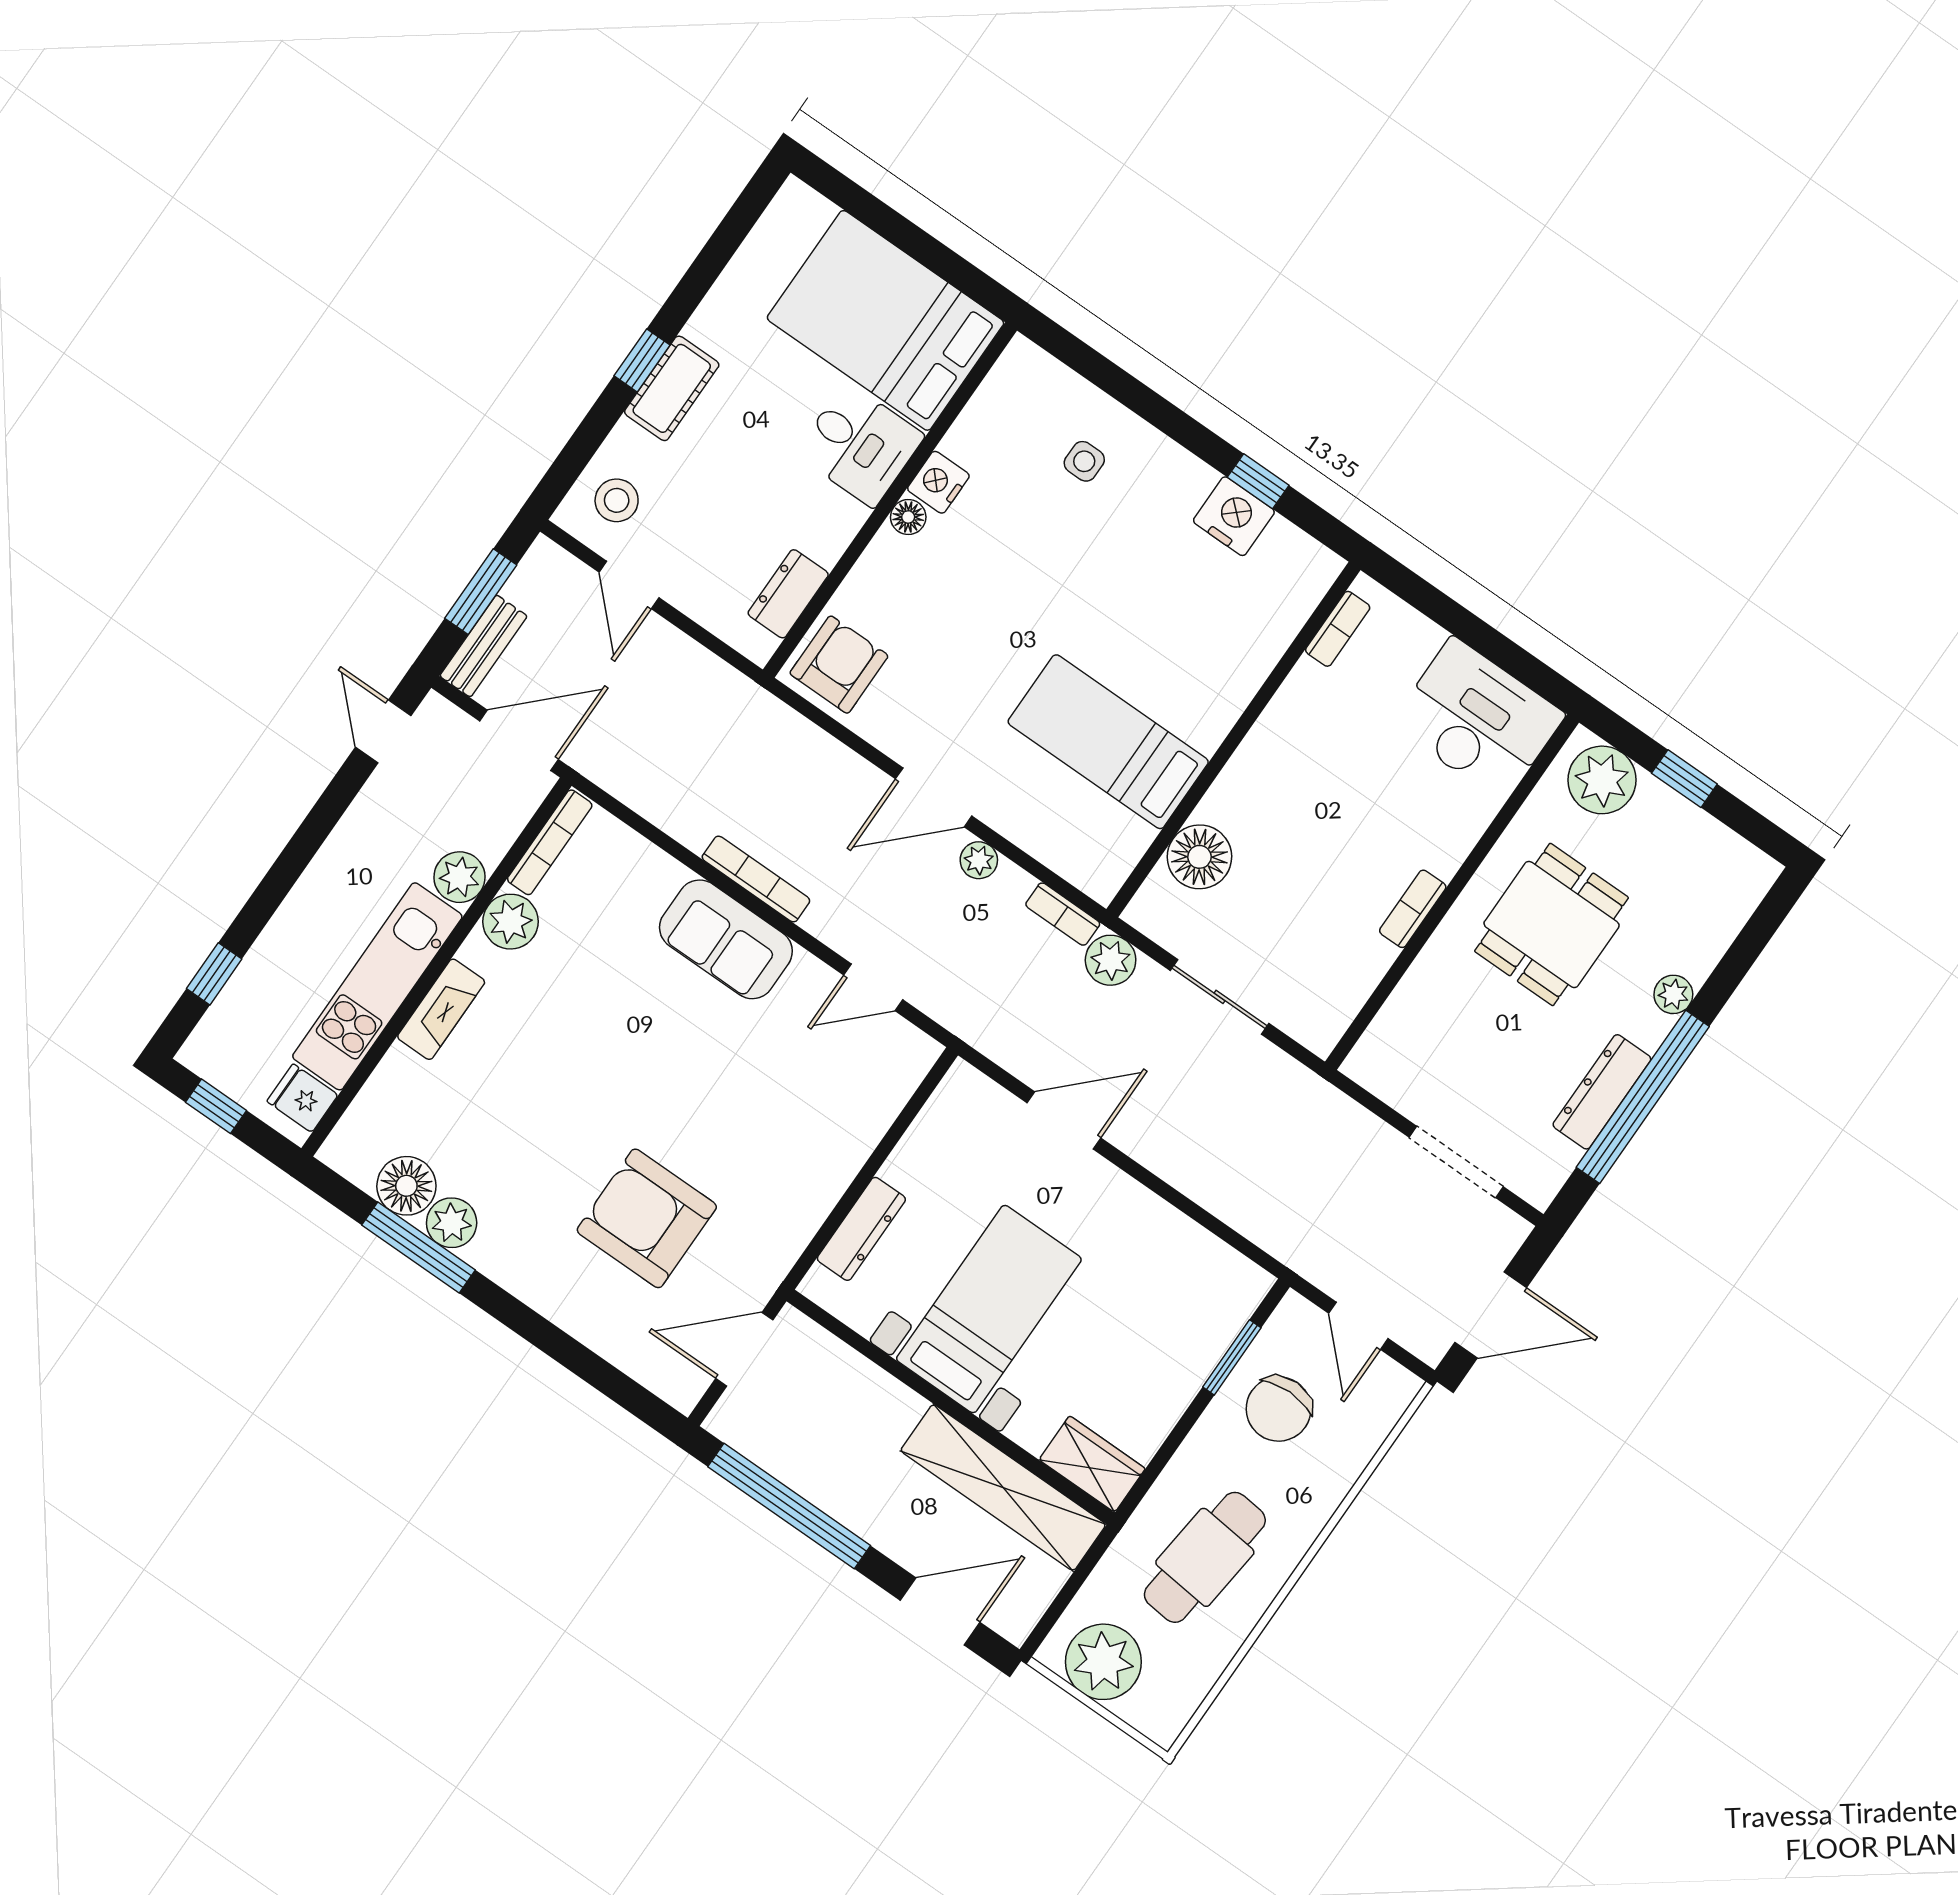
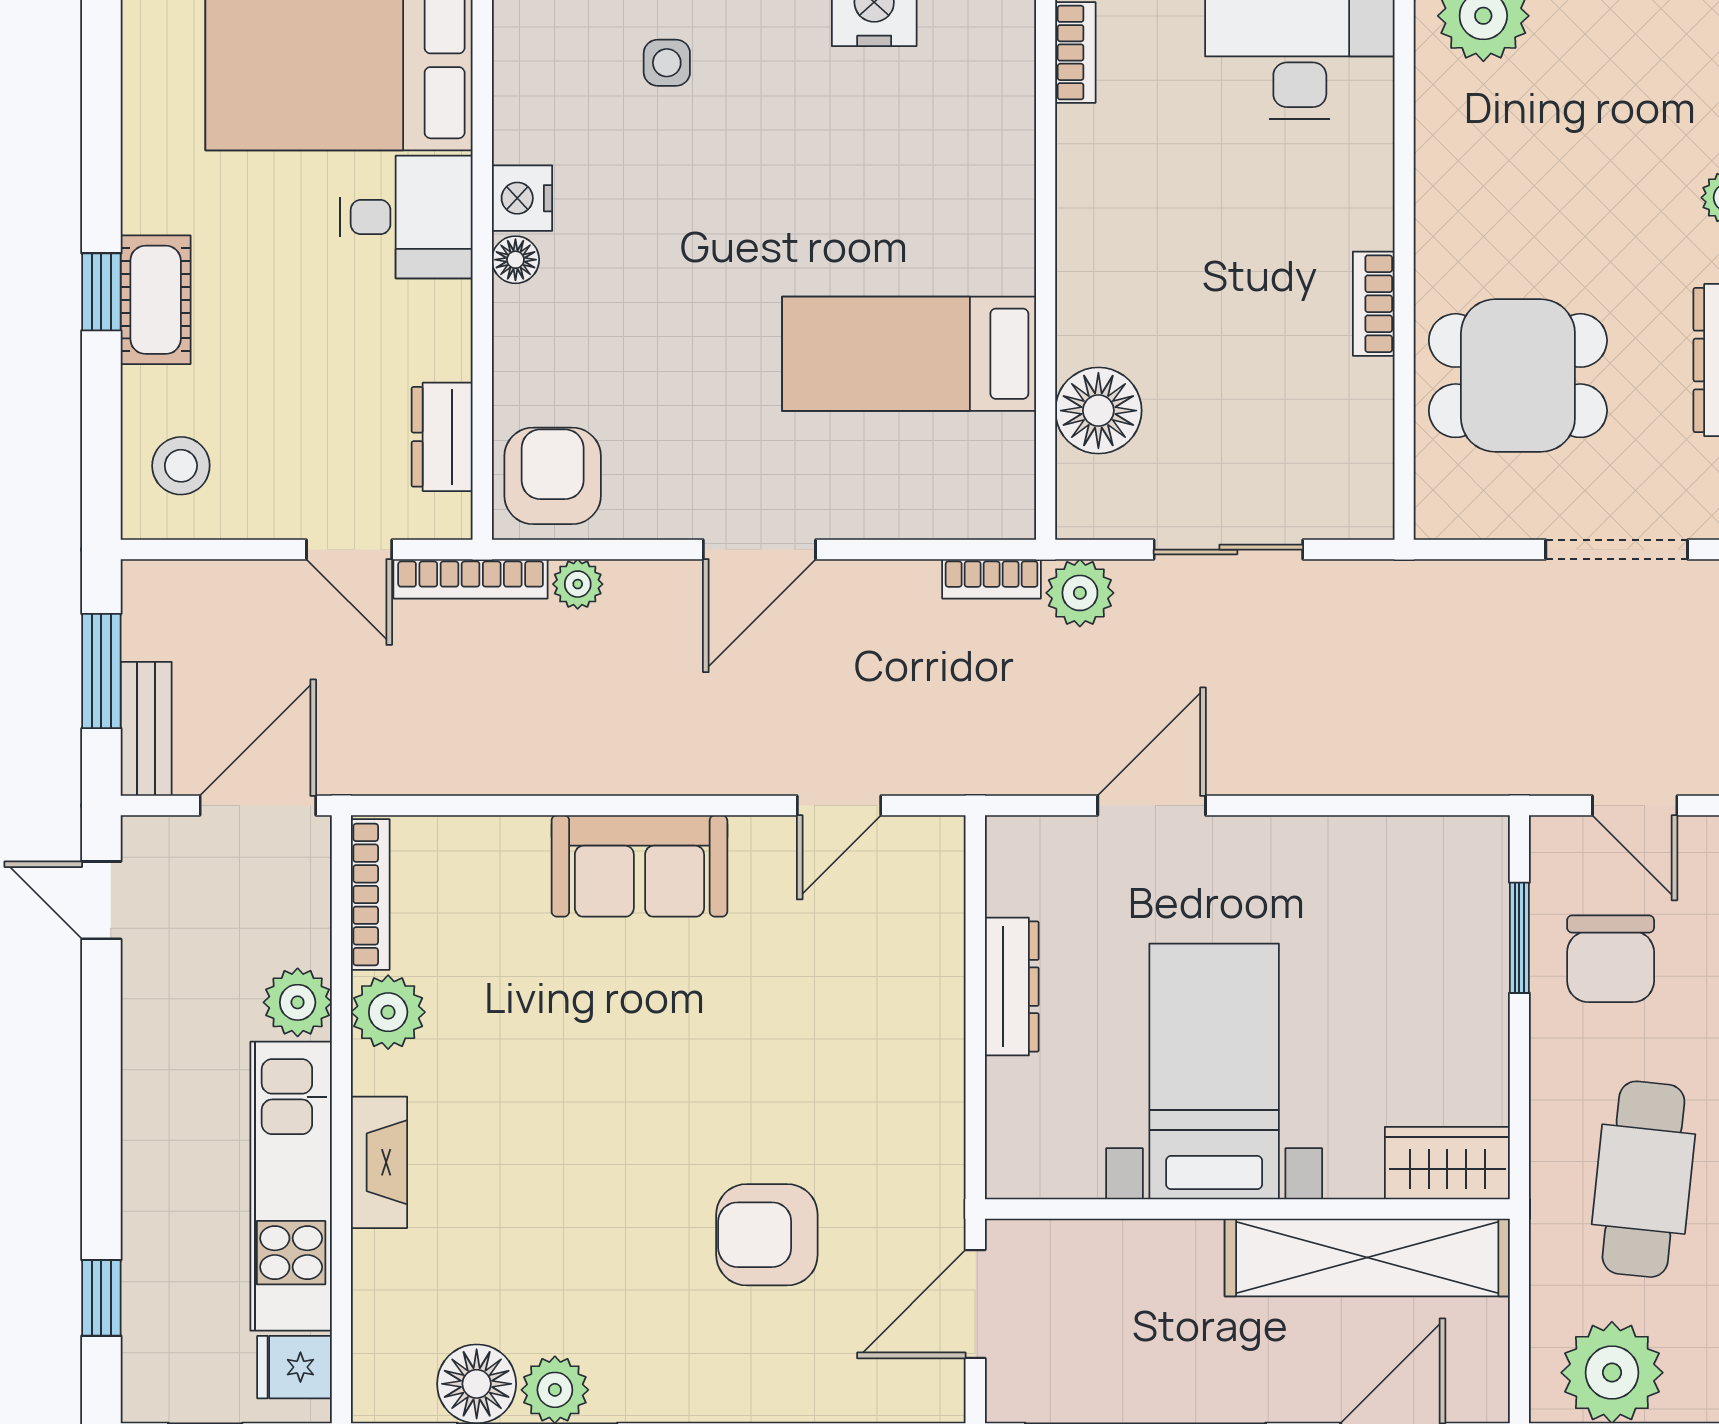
door: (629, 585) -> (349, 550), moved
plant: (979, 860) -> (578, 584), moved
bookcase: (756, 879) -> (471, 579), moved, turned 180
dining table: (1552, 924) -> (1518, 376), moved, turned 90
armchair: (647, 1218) -> (767, 1235), width x0.73, depth x0.73
dresser: (861, 1229) -> (1012, 987), moved

